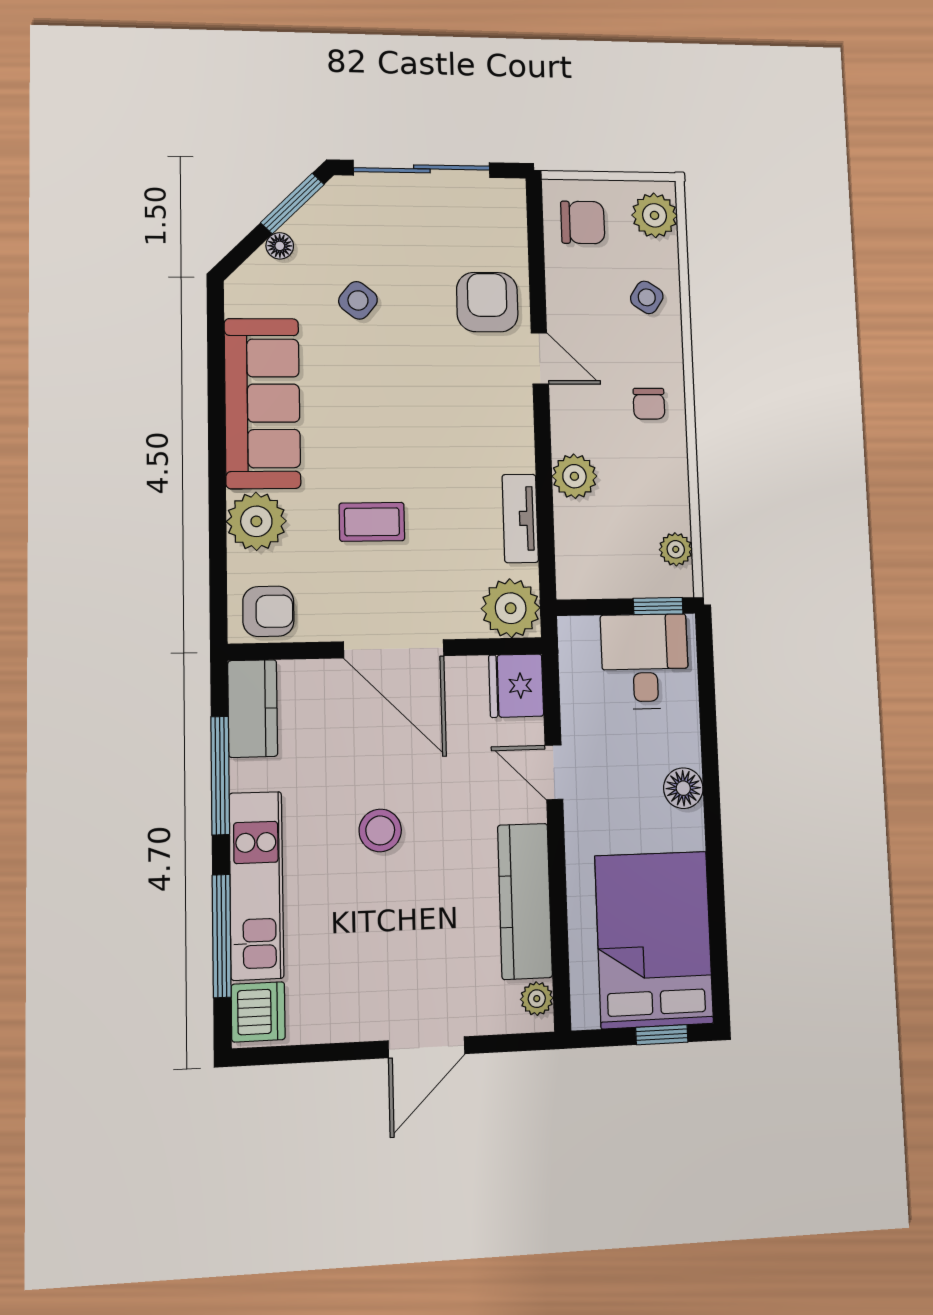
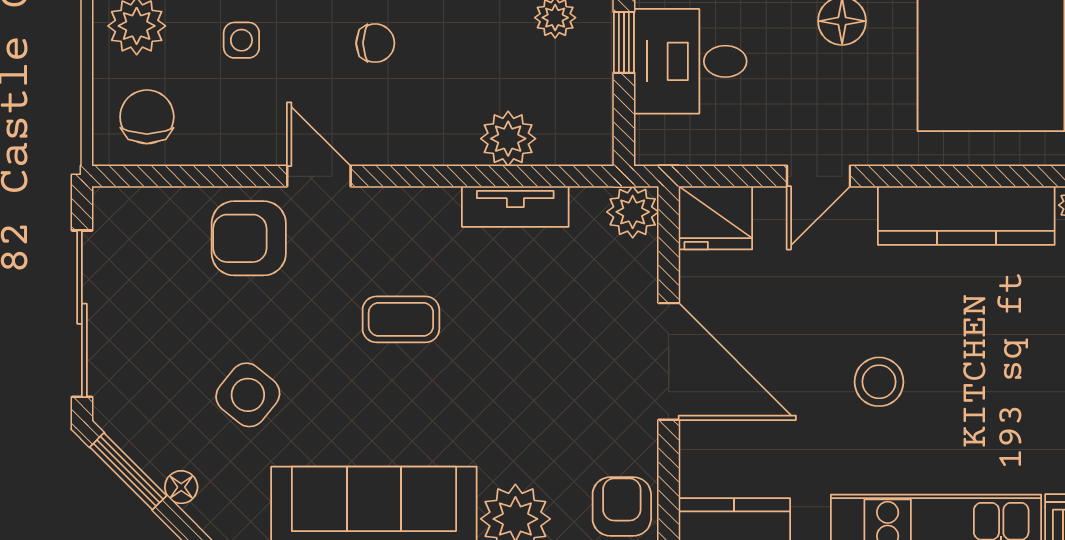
side table: (647, 297) -> (241, 40), turned -33
side table: (358, 300) -> (248, 395), width x1.37, depth x1.37
door: (540, 358) -> (319, 176), hinge flipped
plant: (574, 476) -> (508, 139), moved
coffee table: (372, 522) -> (401, 319), moved, turned 90
plant: (511, 608) -> (633, 212), width x0.73, depth x0.73
door: (394, 649) -> (669, 361), hinge flipped

